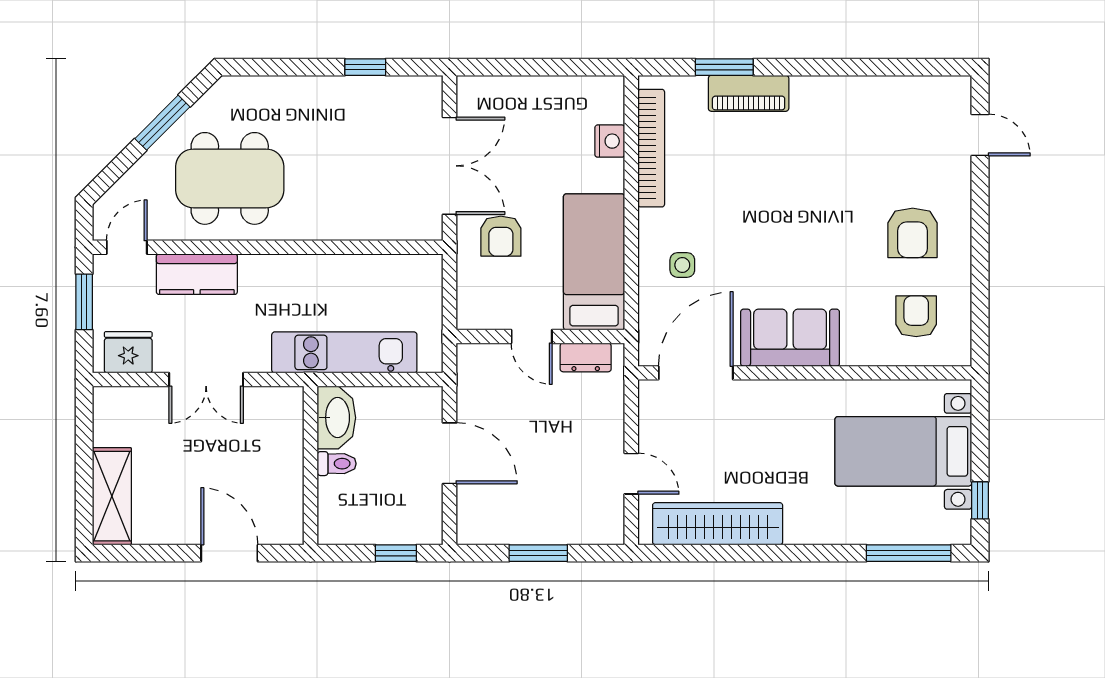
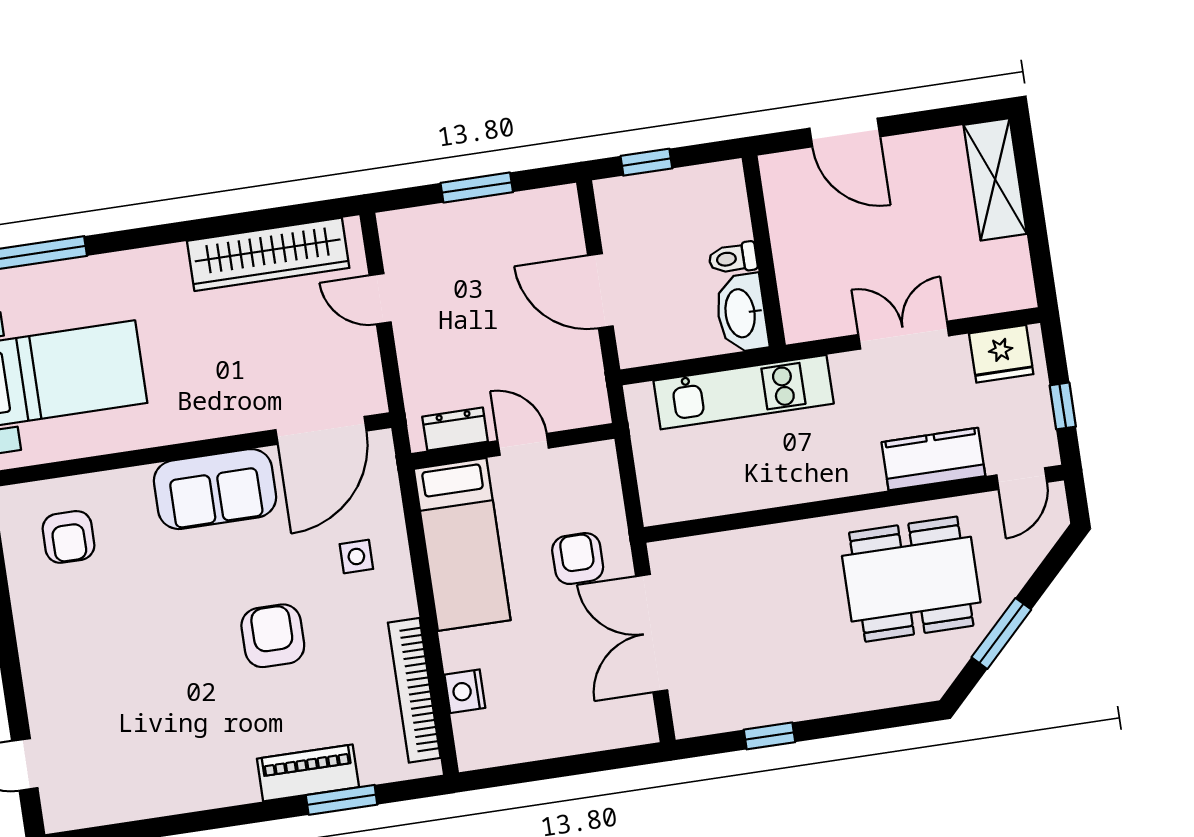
armchair: (913, 233) -> (273, 636), moved
window: (84, 302) -> (1063, 406), width x0.67

